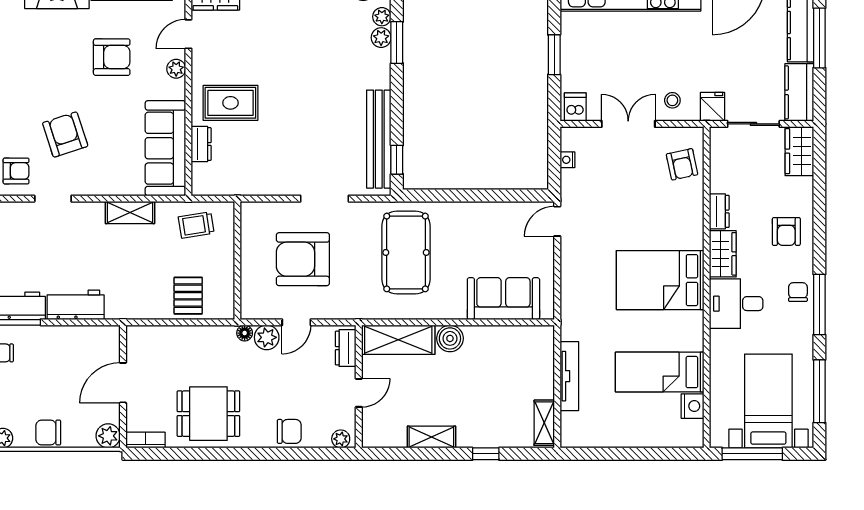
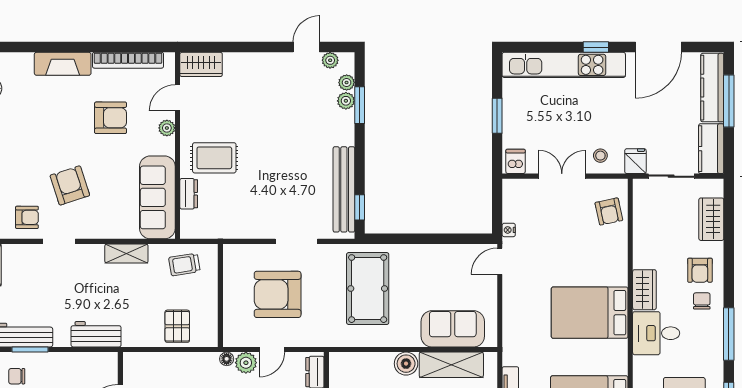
wardrobe: (799, 151) -> (711, 219), moved
nightstand: (567, 160) -> (509, 230), moved
dresser: (719, 211) -> (641, 253), removed
chair: (798, 292) -> (702, 301), moved
workbench: (76, 305) -> (96, 334), moved
shelving: (398, 340) -> (451, 365), moved

